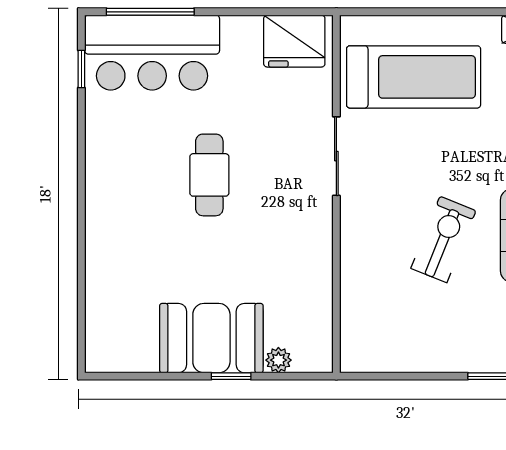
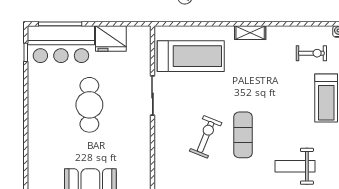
fridge: (294, 41) -> (111, 38), moved
cafe table: (209, 175) -> (89, 105), width x1.37, depth x1.35

